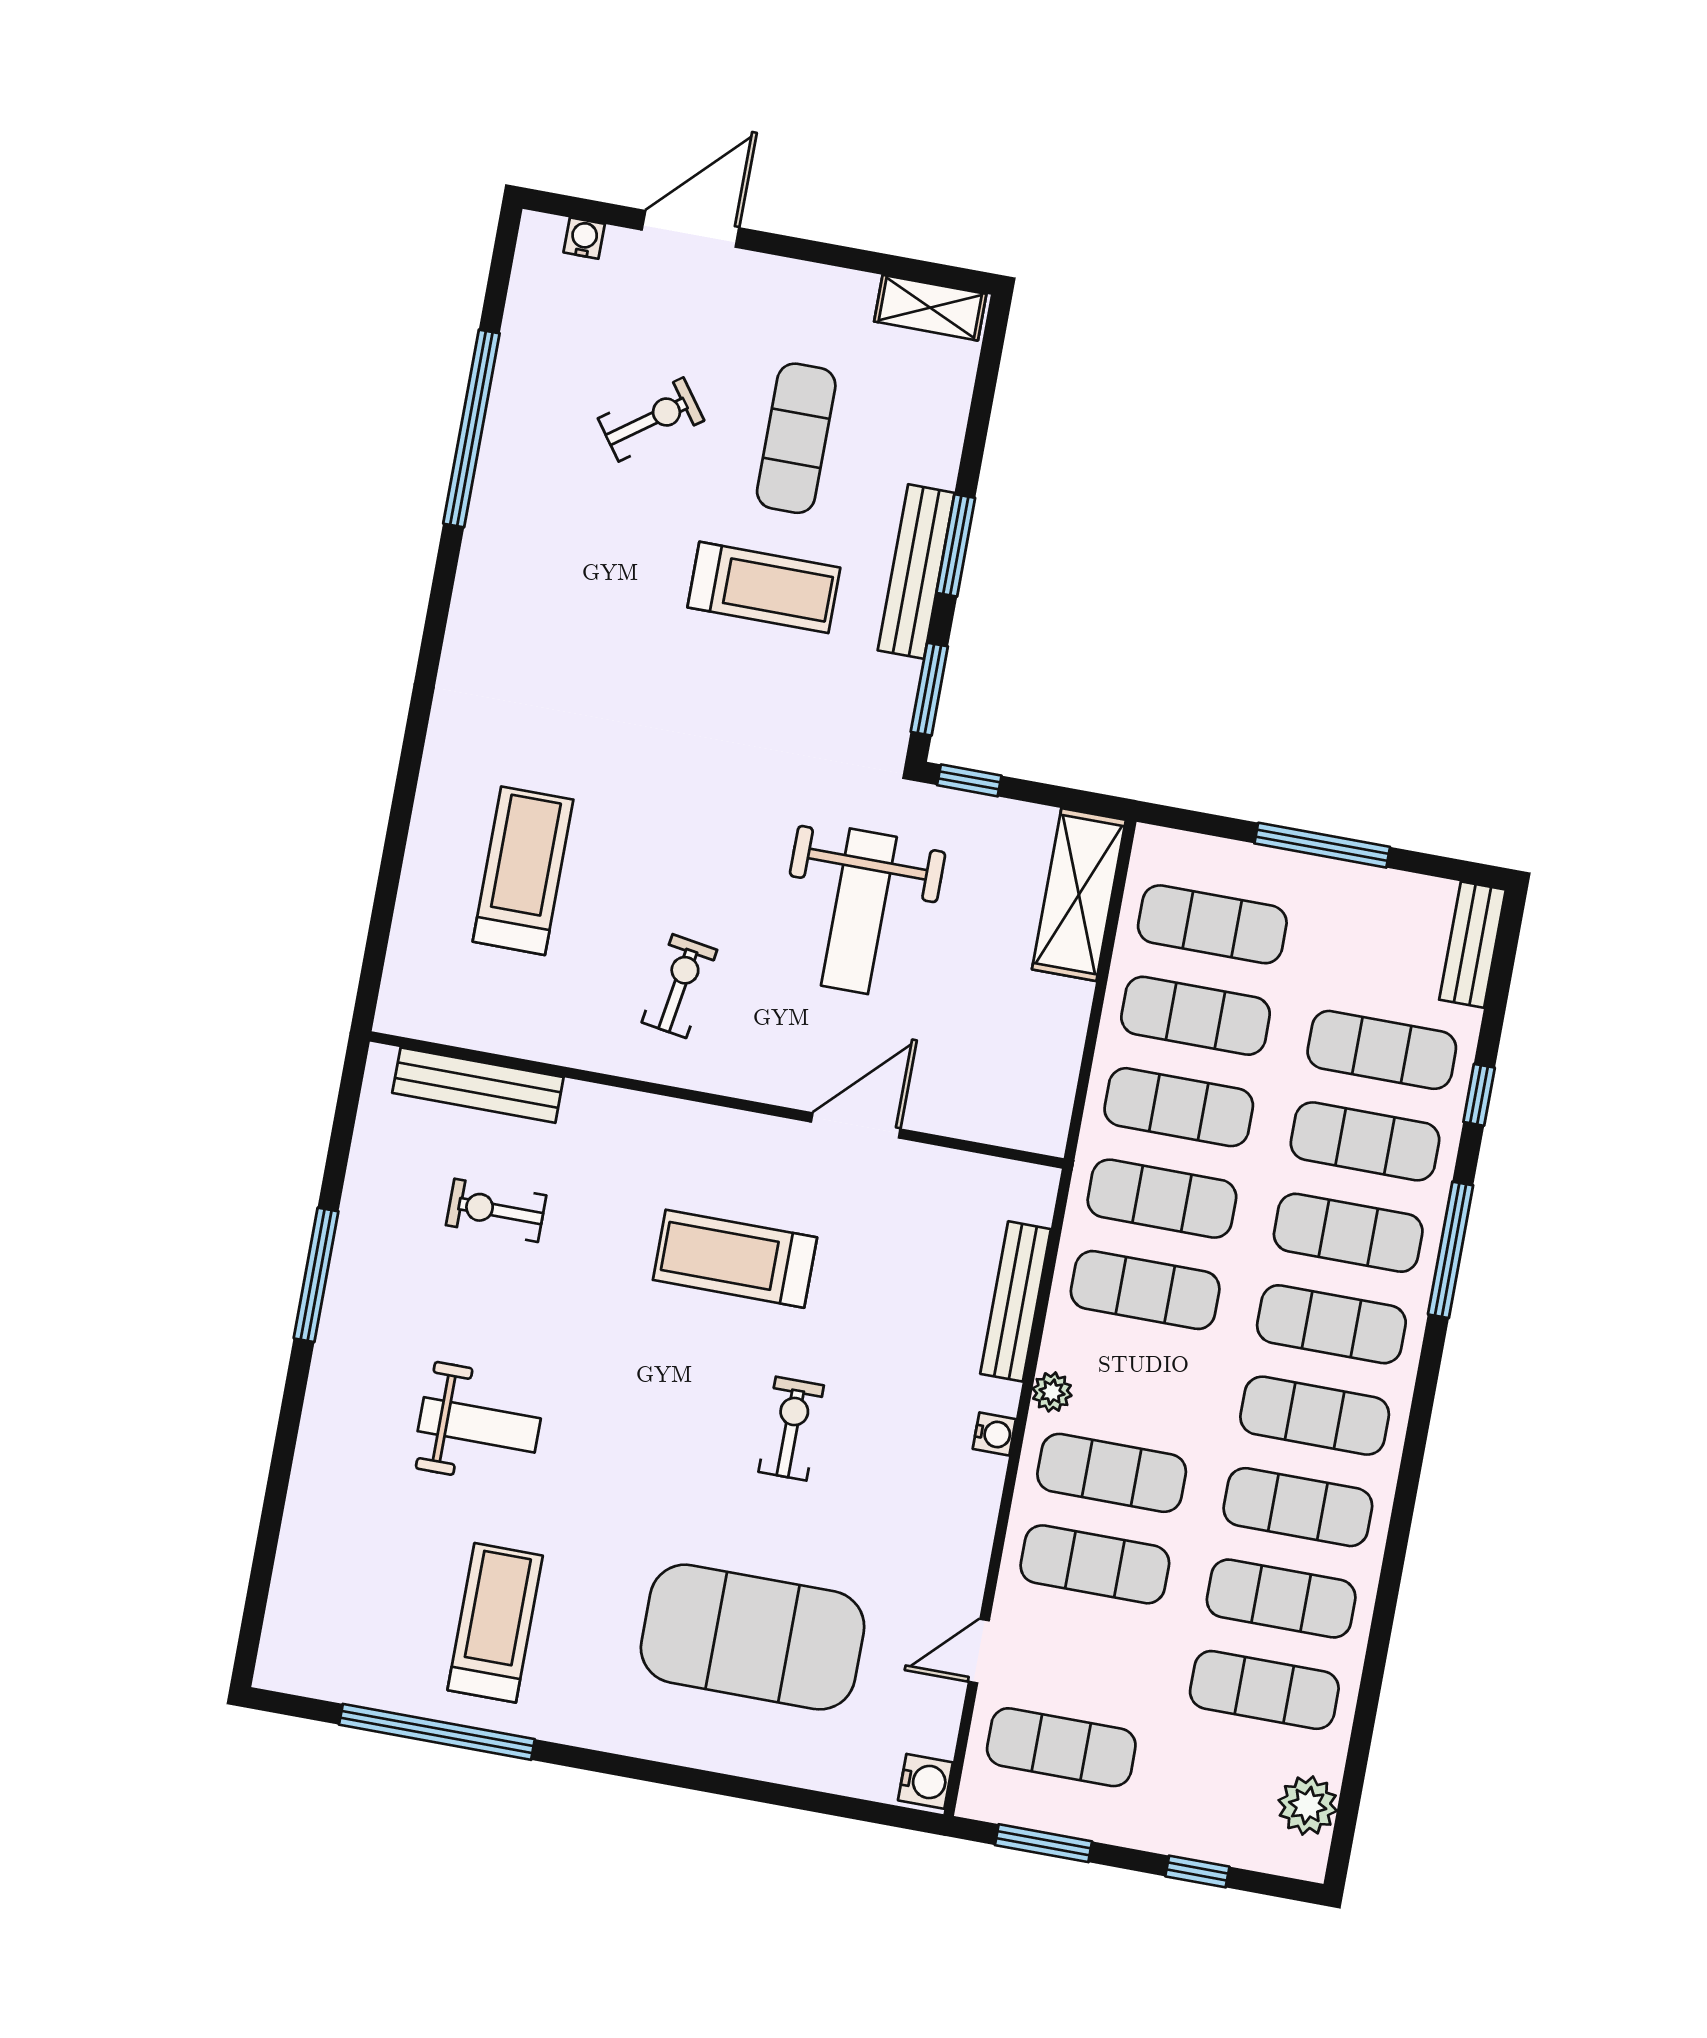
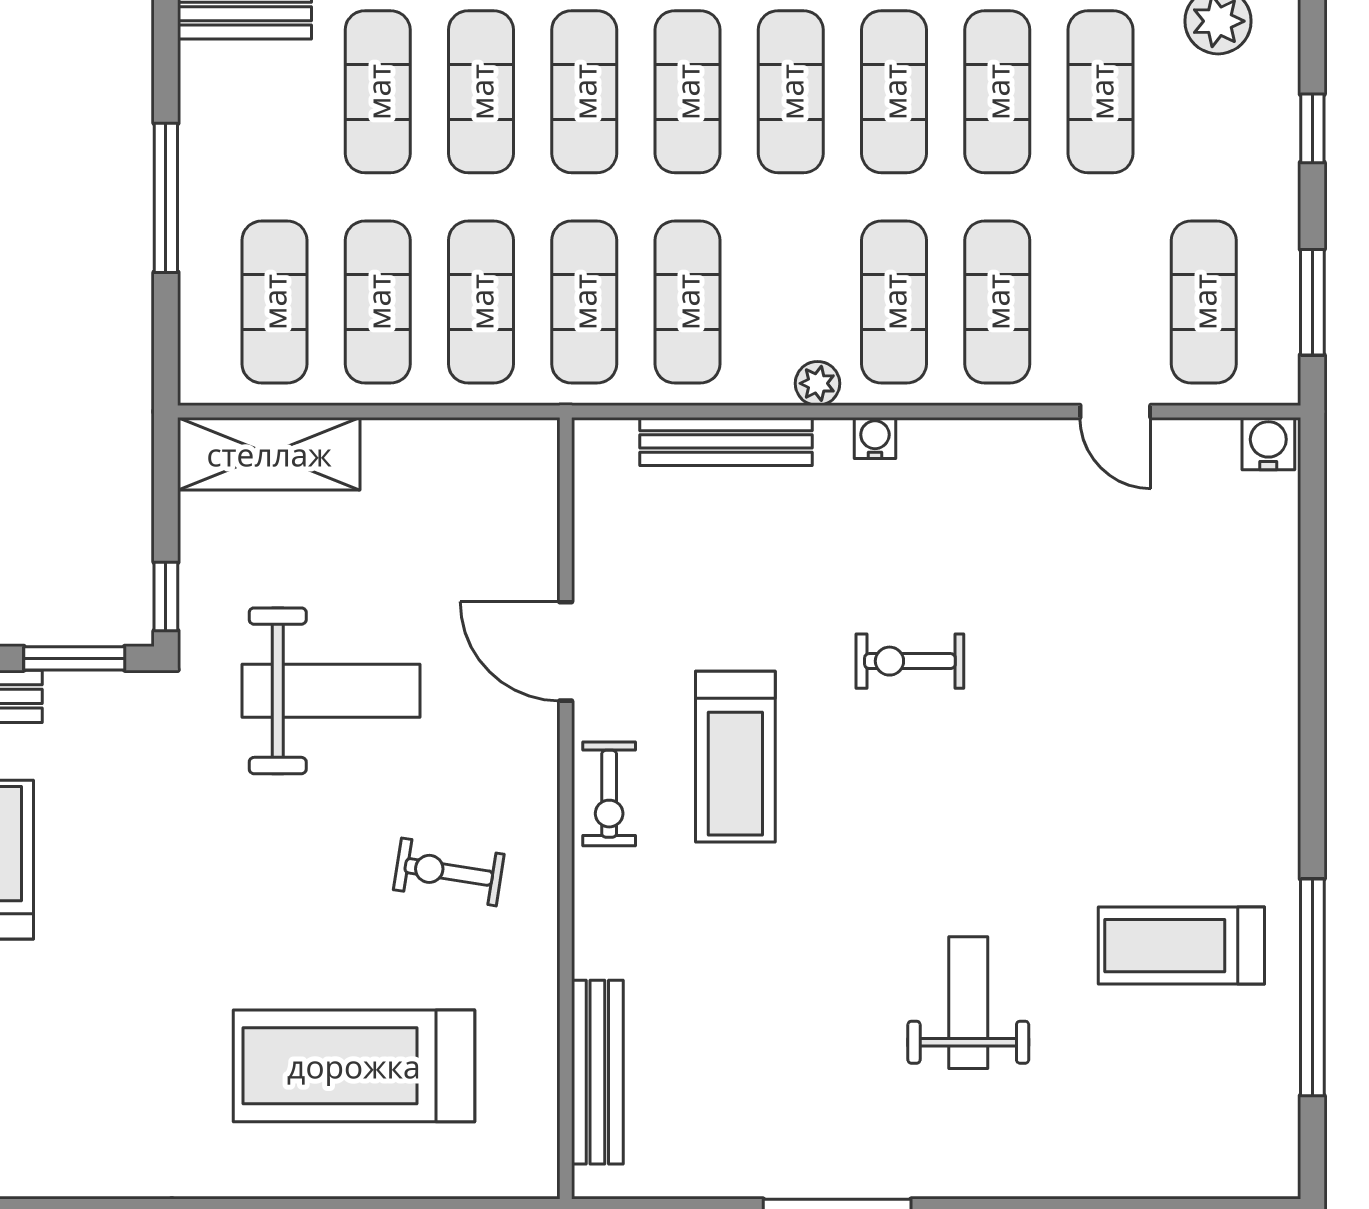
treadmill: (523, 871) -> (354, 1066), width x1.37, depth x1.38
exercise bike: (496, 1210) -> (609, 794), moved
exercise mat: (753, 1637) -> (1145, 661), removed

